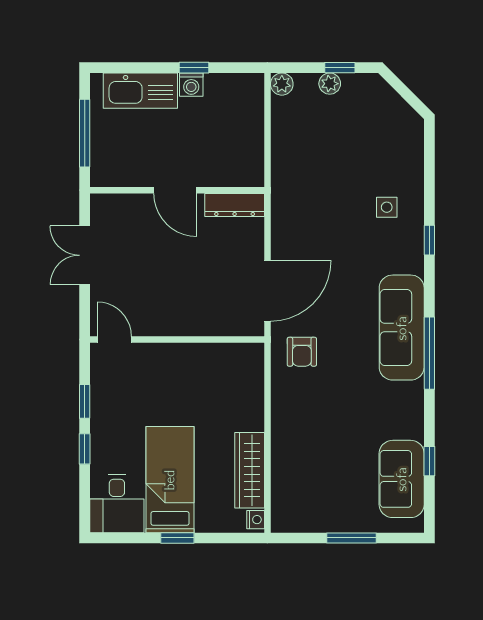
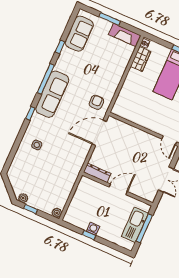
plant: (330, 84) -> (23, 198), moved
kitchen sink: (140, 91) -> (135, 225), moved, turned -90
door: (175, 190) -> (118, 189), hinge flipped
window: (429, 240) -> (30, 113), moved
window: (429, 461) -> (60, 47), moved
wardrobe: (250, 470) -> (141, 59), width x0.67
fireplace: (305, 519) -> (125, 35), added

